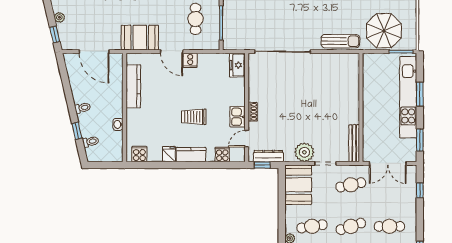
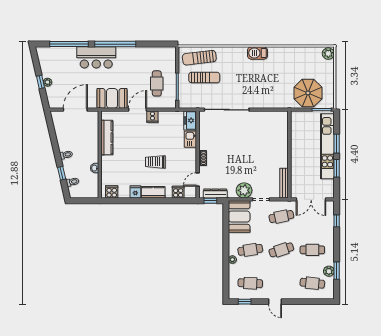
window: (55, 34) -> (41, 82), moved
sun lounger: (340, 41) -> (204, 78), moved
door: (94, 52) -> (75, 110), swing flipped
door: (172, 52) -> (137, 110), swing flipped
kitchen sink: (237, 117) -> (190, 139), moved
window: (420, 140) -> (337, 168), moved

